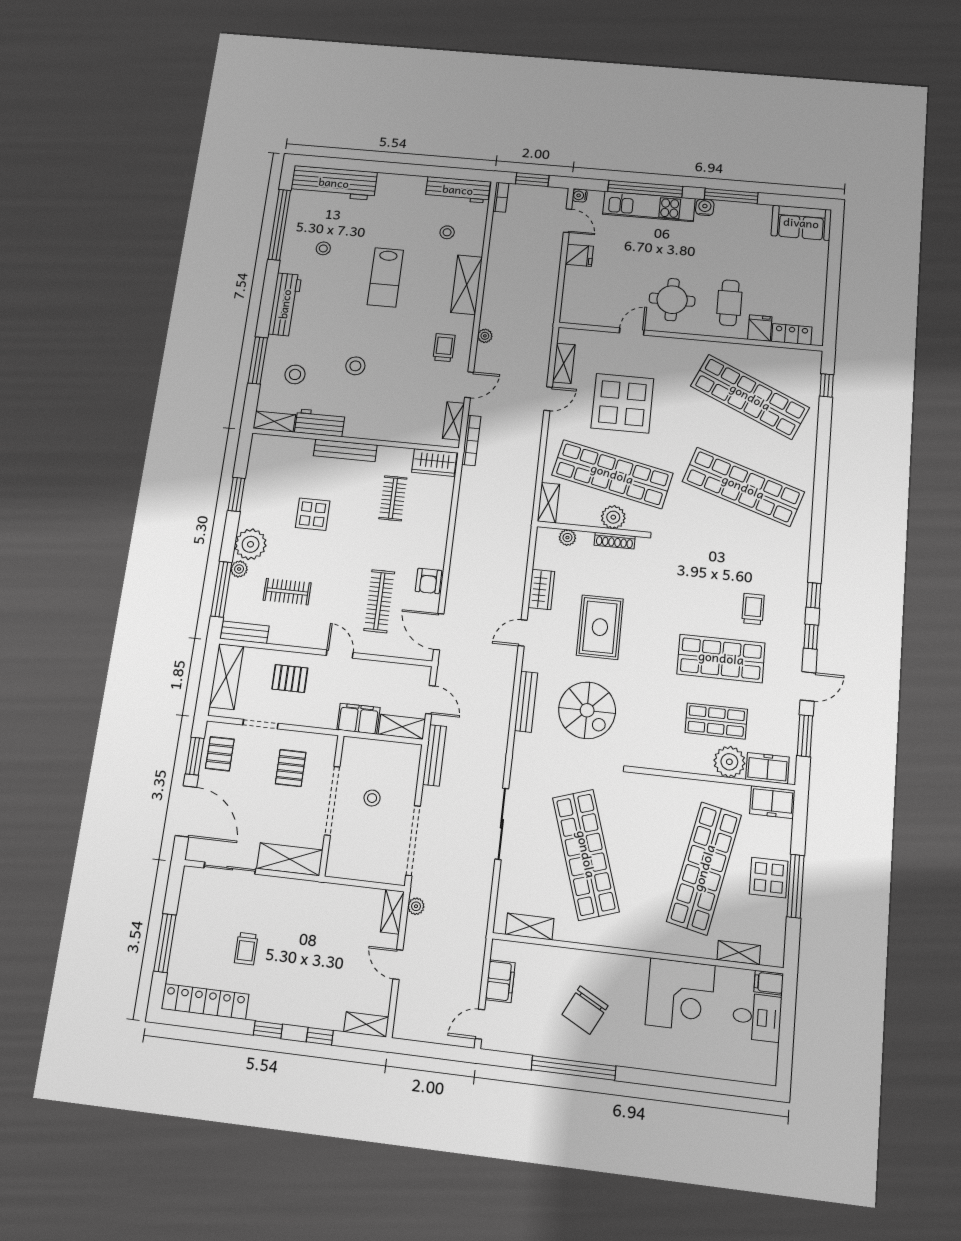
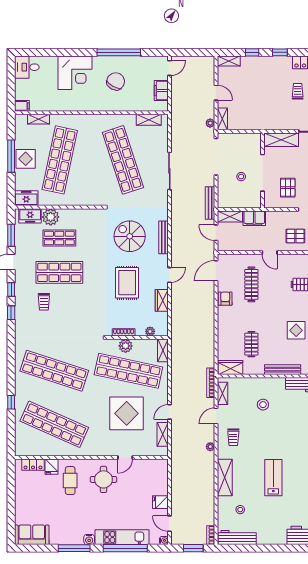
stool: (355, 366) -> (263, 405), moved
window: (827, 385) -> (11, 402), moved
door: (439, 632) -> (216, 271), swing flipped
corner desk: (680, 995) -> (75, 73), moved, turned 180
desk: (757, 1017) -> (27, 67), moved

